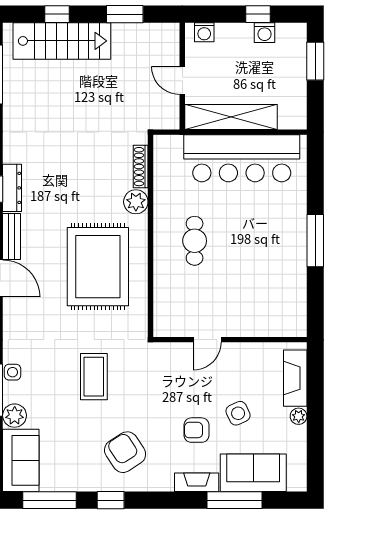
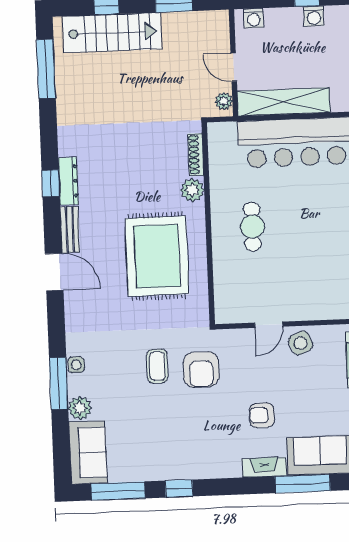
plant: (171, 114) -> (224, 101), added
coffee table: (94, 377) -> (157, 366), width x0.73, depth x0.77
side table: (238, 413) -> (301, 343), moved
armchair: (125, 452) -> (201, 369), moved, turned -147

